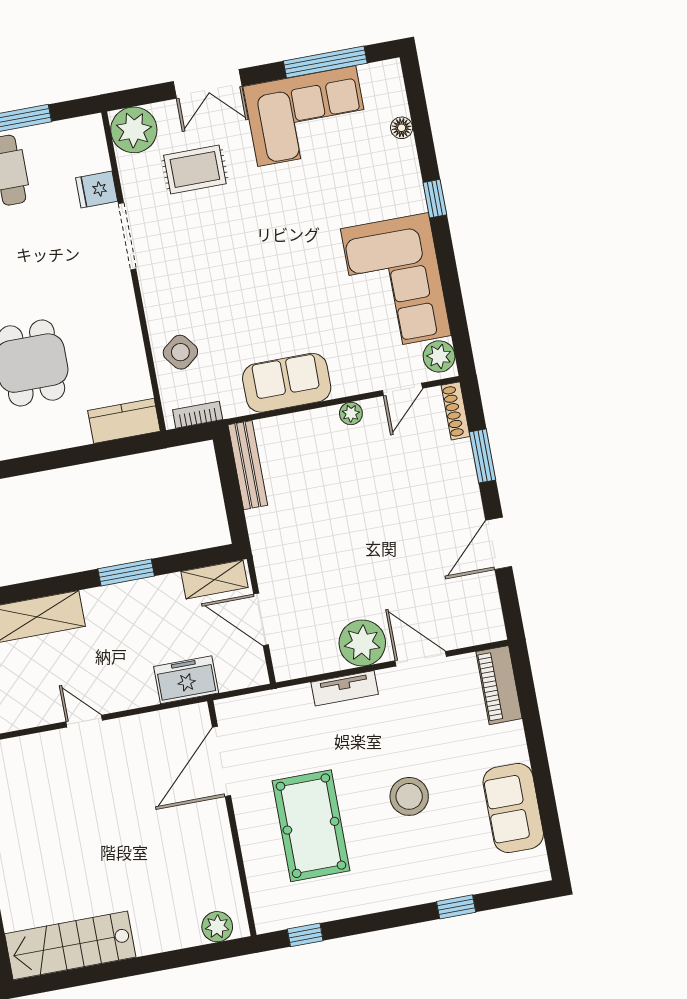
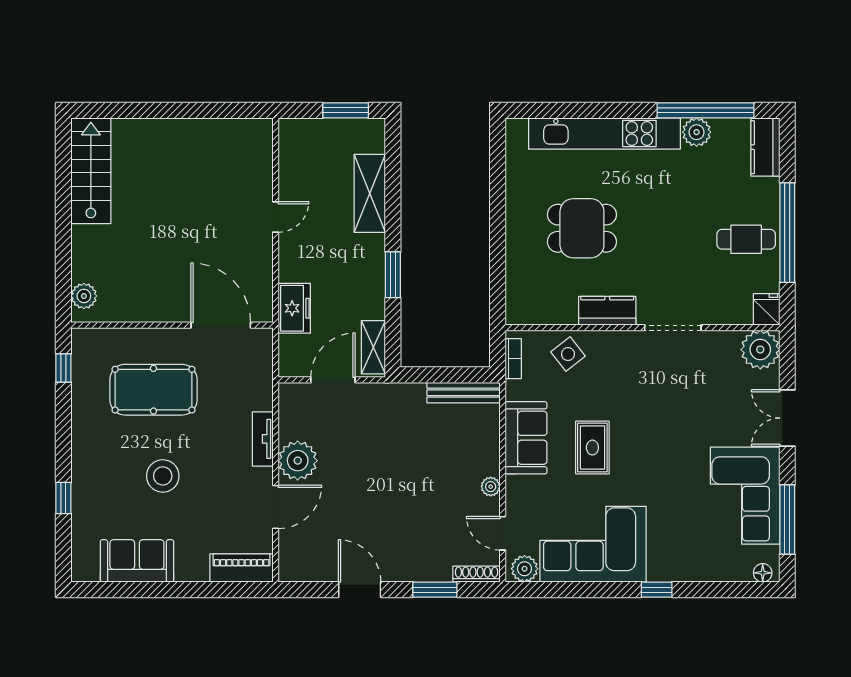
floor lamp: (402, 128) -> (763, 573), moved
rug: (195, 169) -> (592, 448), moved
fridge: (97, 190) -> (767, 309), moved
kitchen counter: (124, 421) -> (607, 311), moved, turned -90

